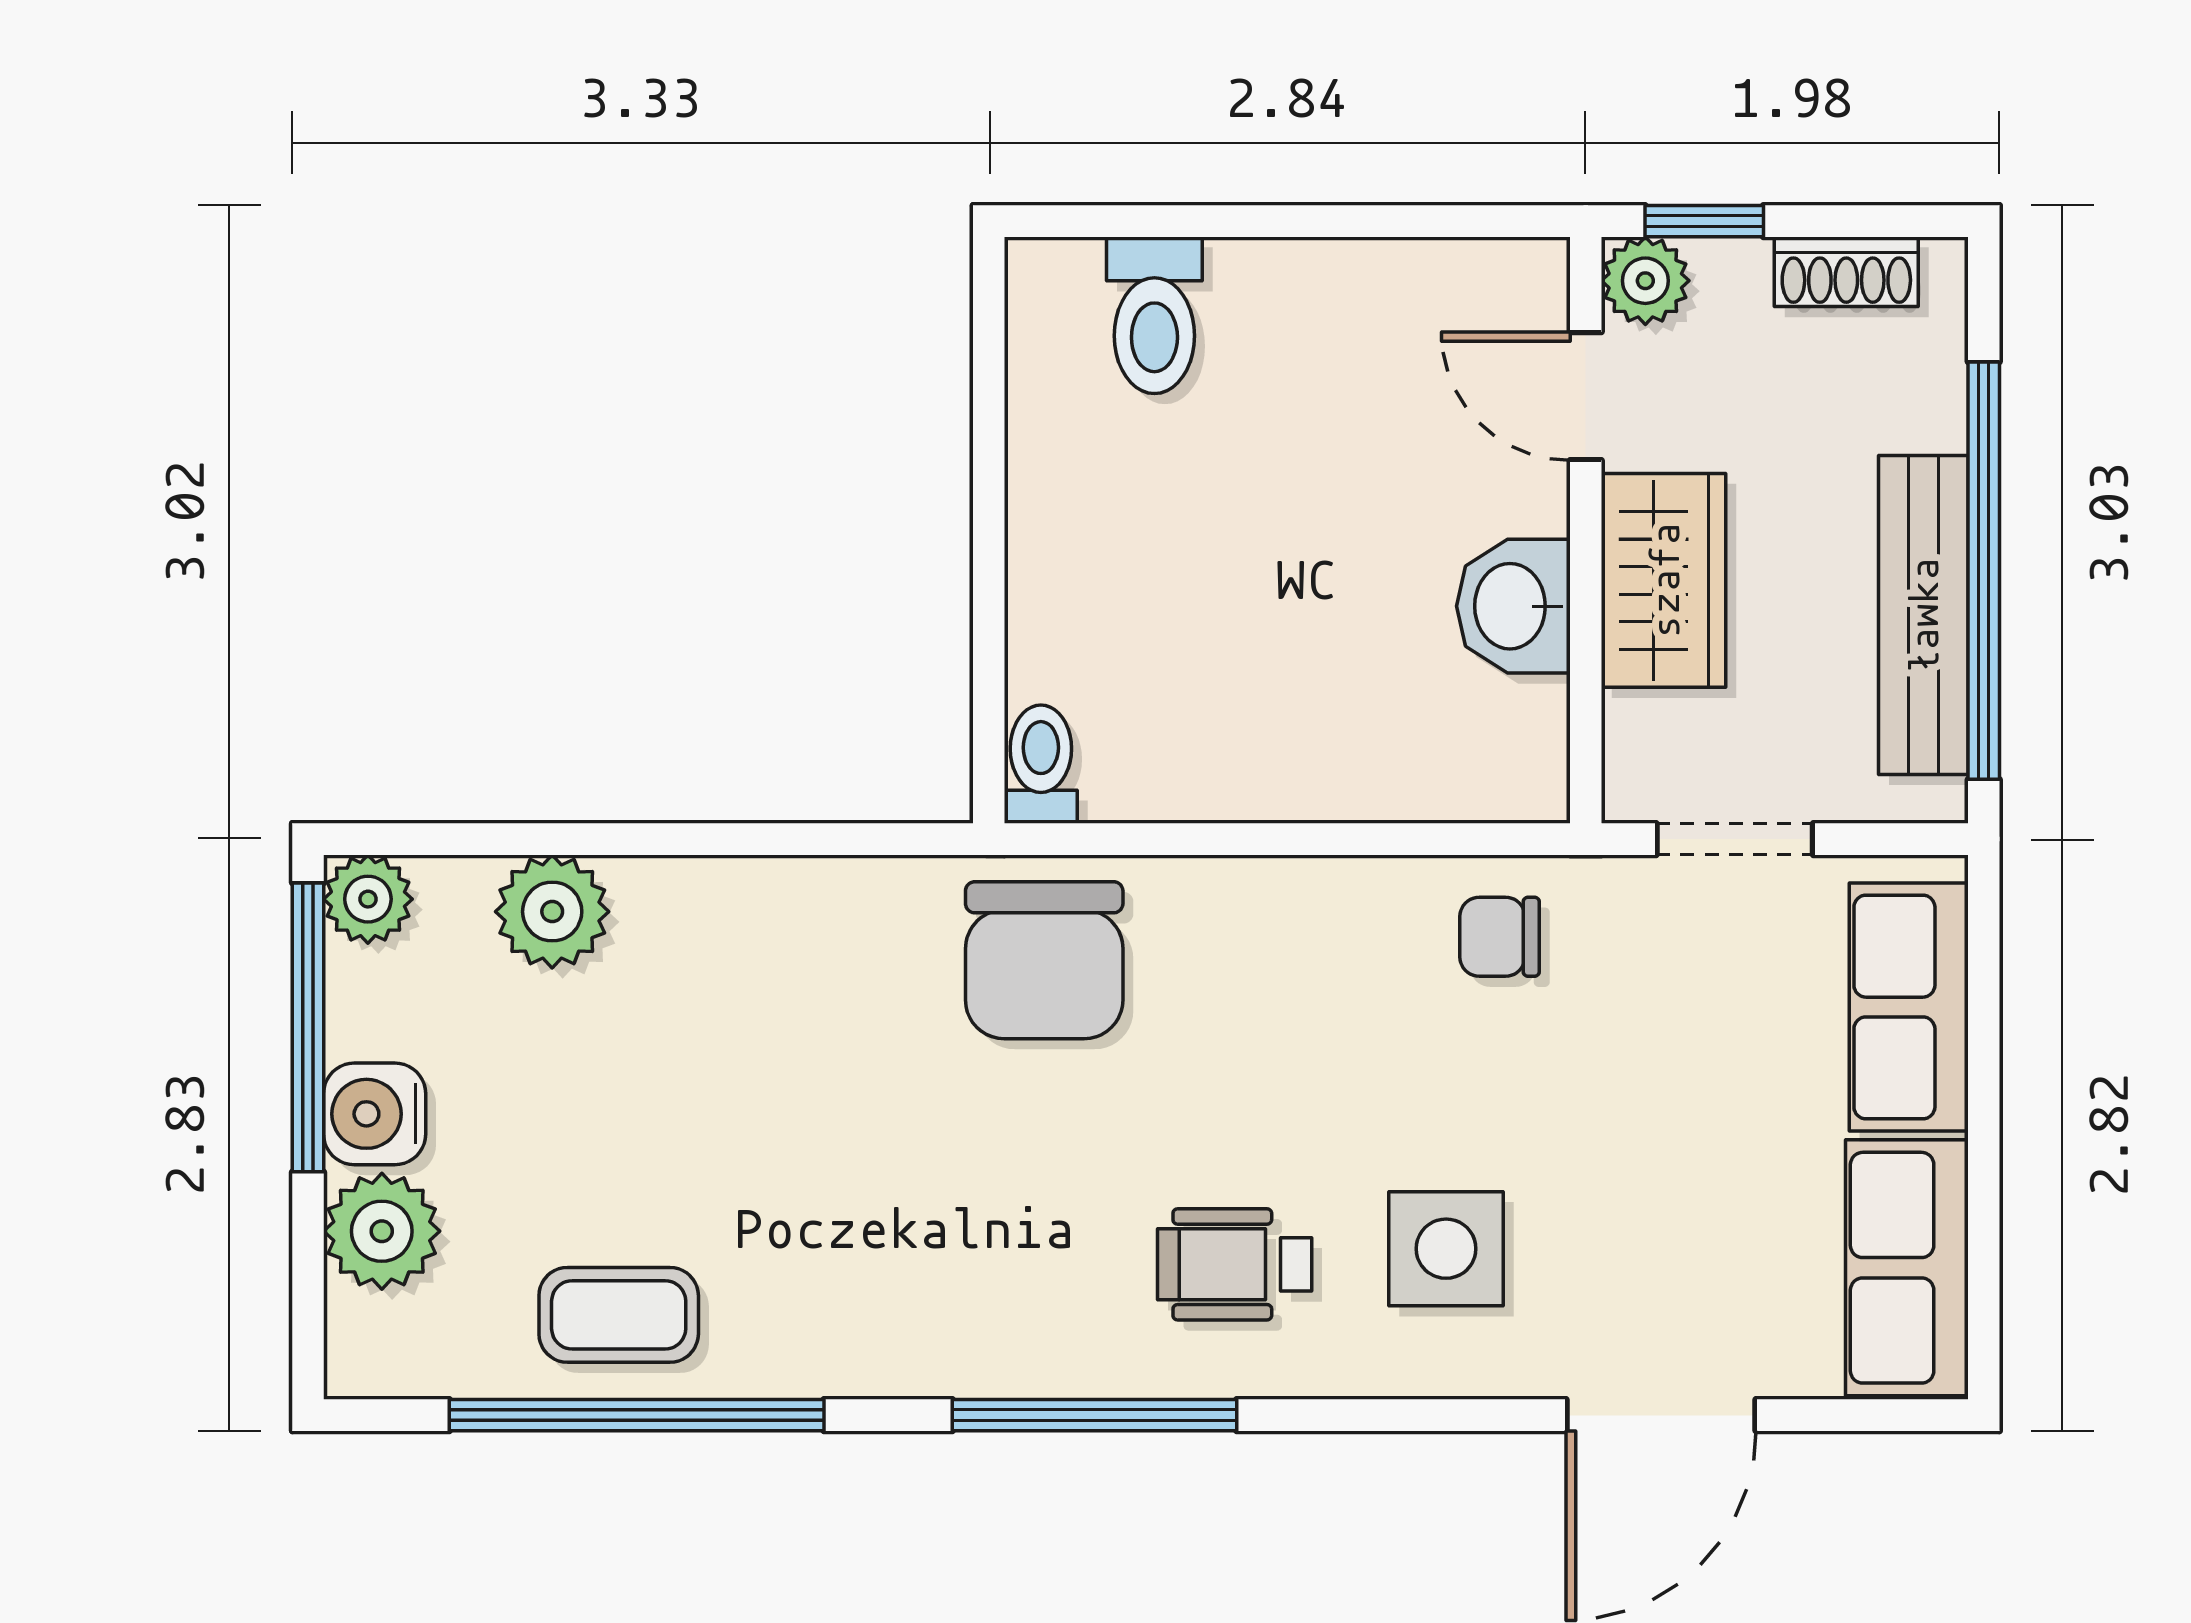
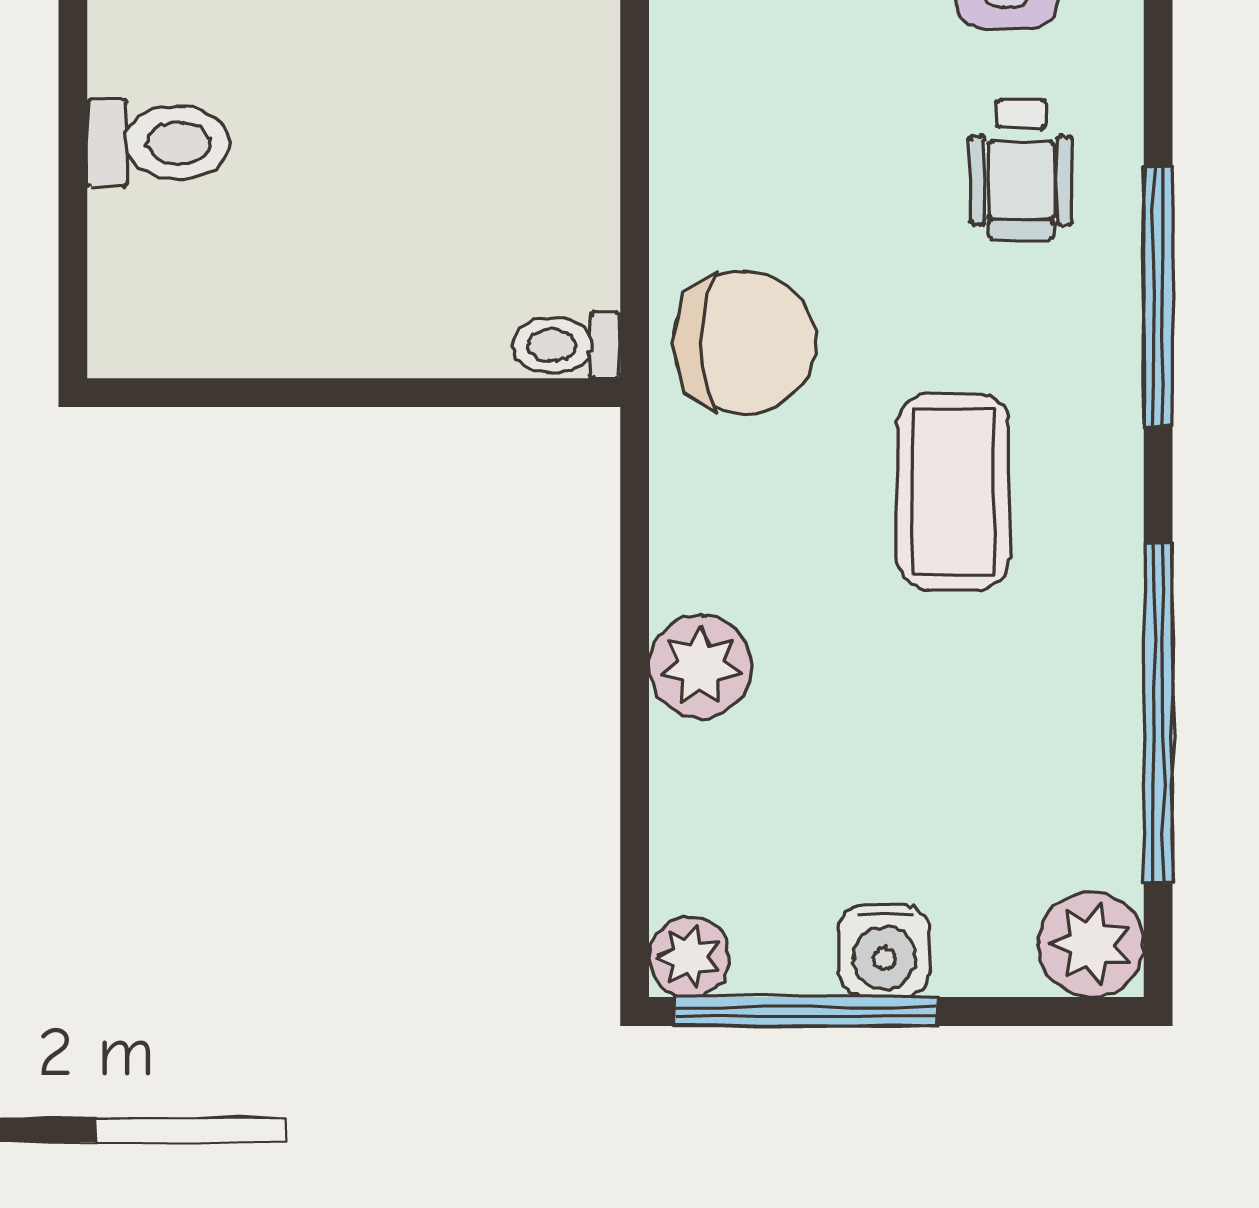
toilet: (1154, 315) -> (158, 143), moved
plant: (552, 912) -> (700, 666), moved
plant: (382, 1231) -> (1091, 944), moved
coffee table: (619, 1315) -> (953, 492), moved, width x1.36, depth x1.30

